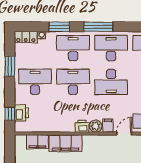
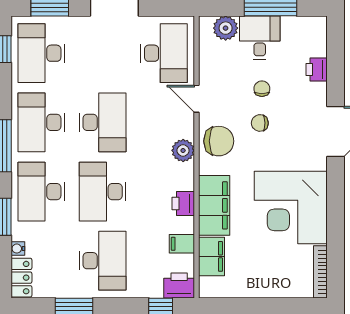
desk: (35, 82) -> (103, 261), turned 180
printer: (21, 113) -> (179, 286), moved
filing cabinet: (108, 125) -> (182, 244), moved
printer: (82, 126) -> (183, 204), moved
chair: (101, 146) -> (219, 141), added

